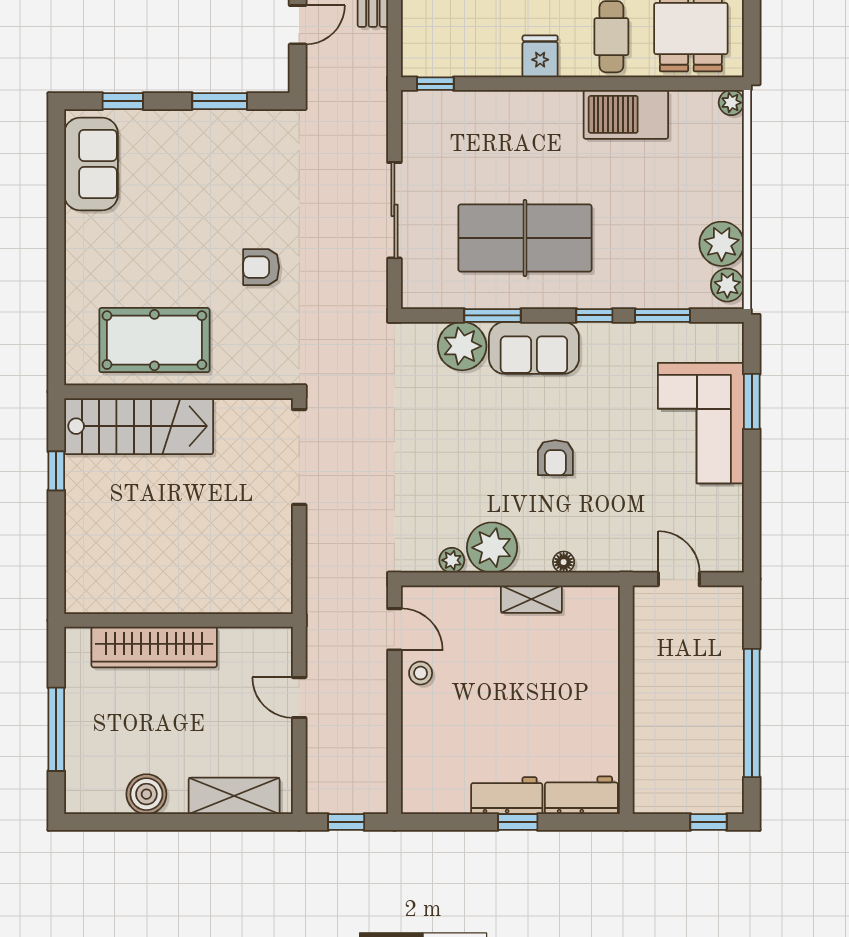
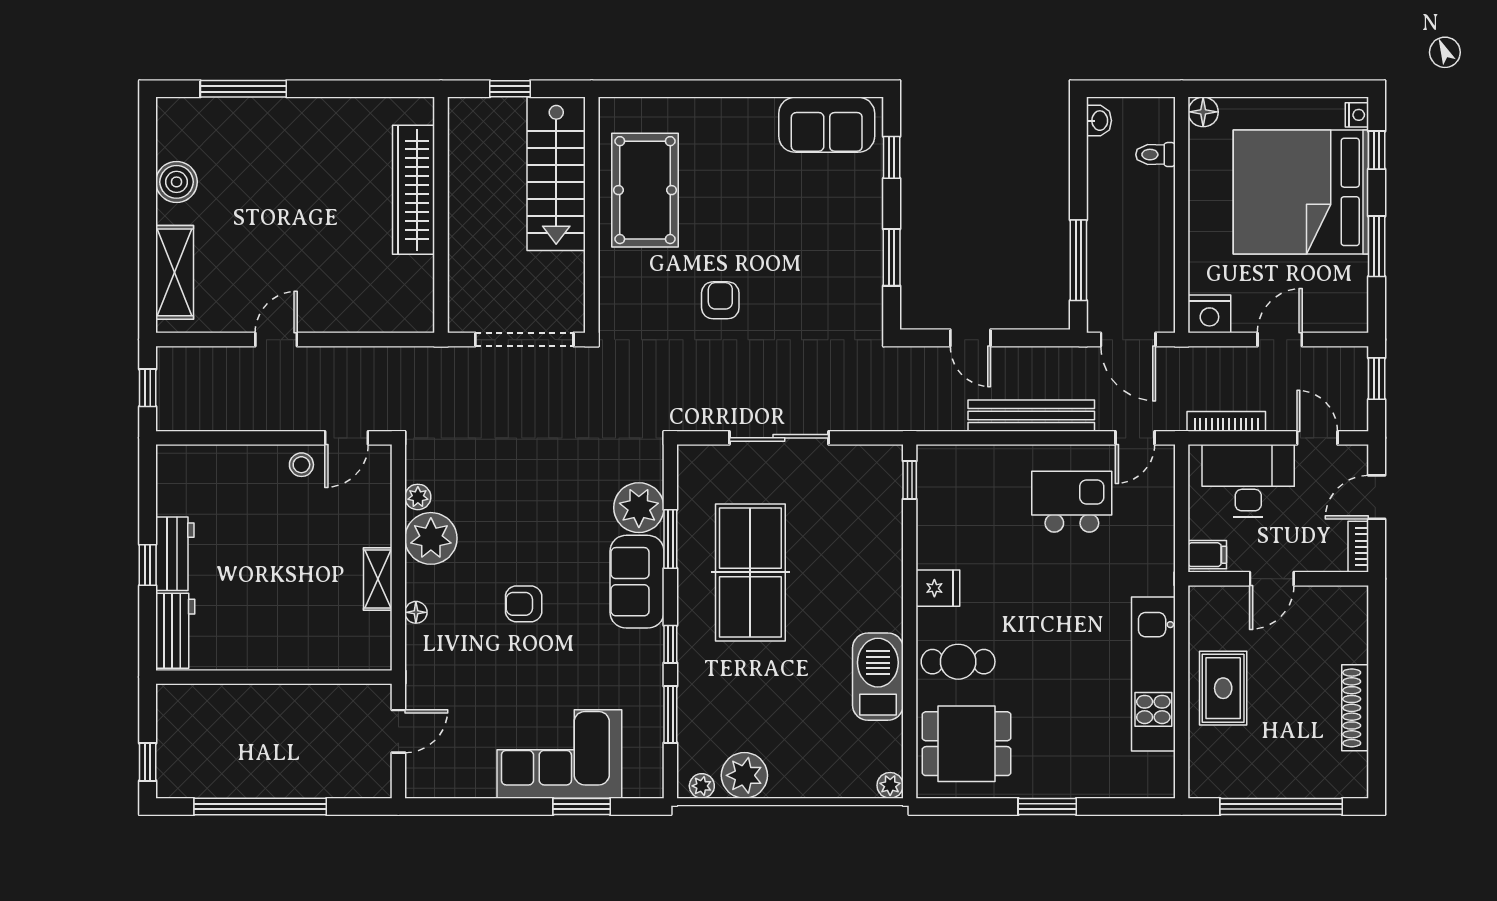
plant: (727, 285) -> (702, 786), width x0.73, depth x0.73
wall: (179, 620) -> (441, 215), moved
wardrobe: (154, 647) -> (413, 190), moved

